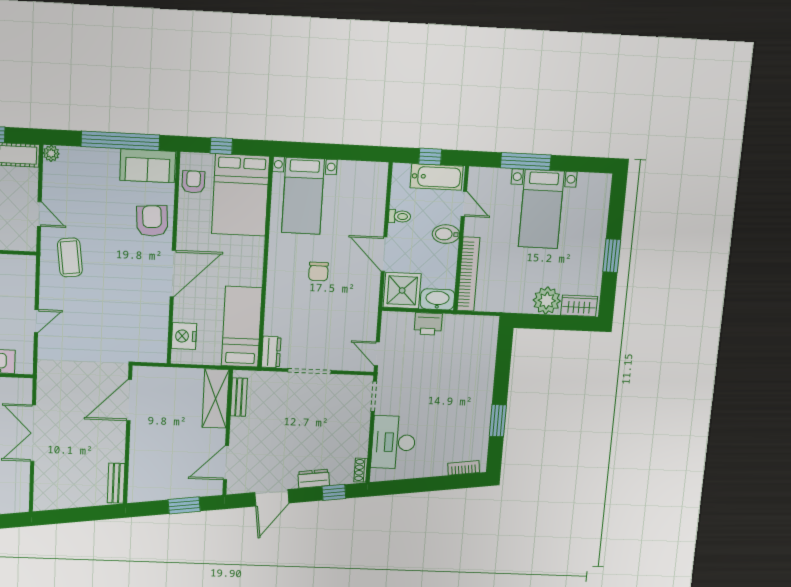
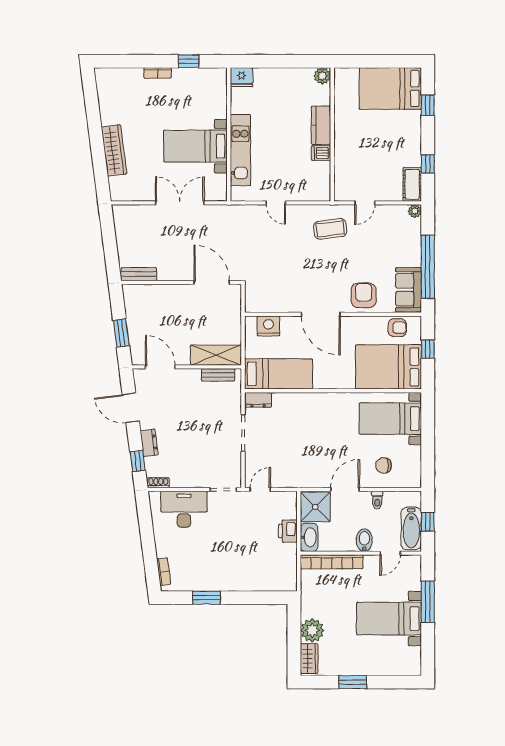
armchair: (152, 221) -> (364, 295), turned -86
chair: (318, 271) -> (384, 465), moved

